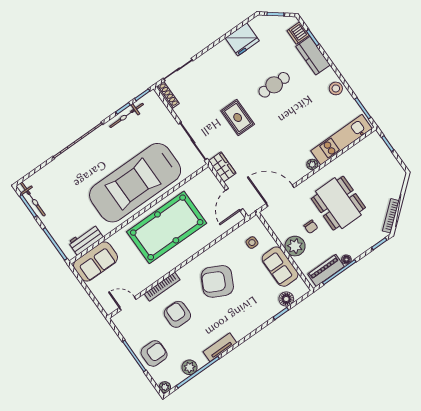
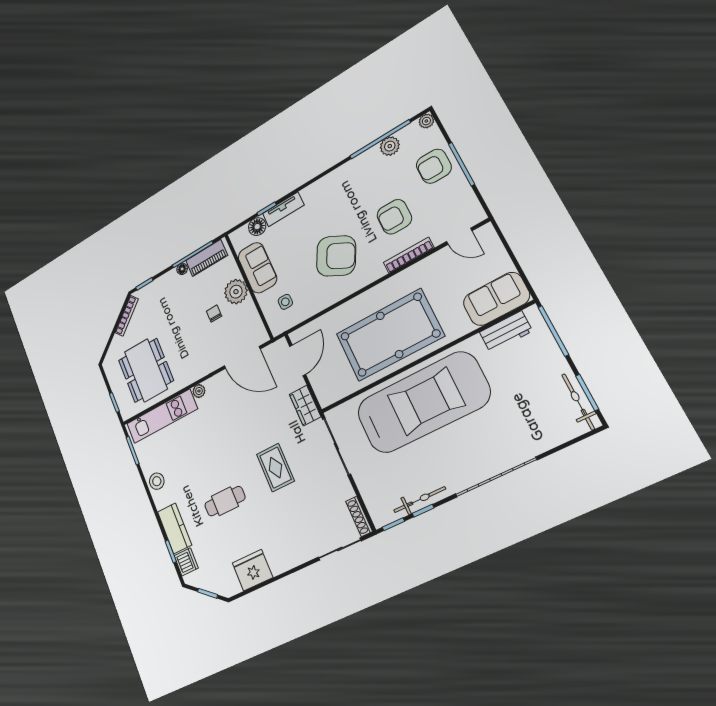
dining table: (338, 203) -> (146, 370), moved
armchair: (177, 314) -> (394, 217), turned 90
tv unit: (220, 347) -> (283, 209), moved

